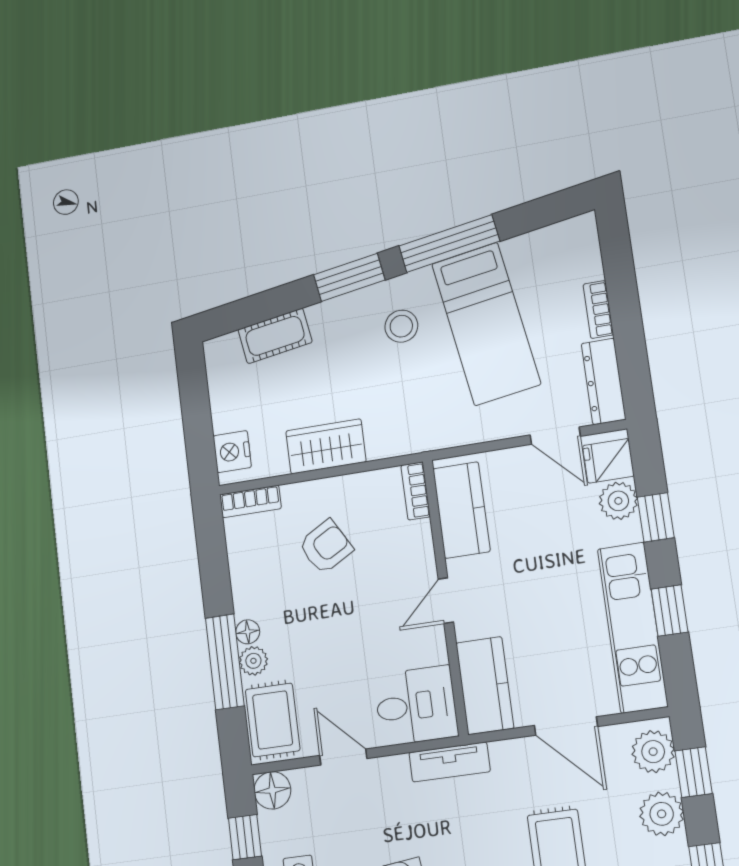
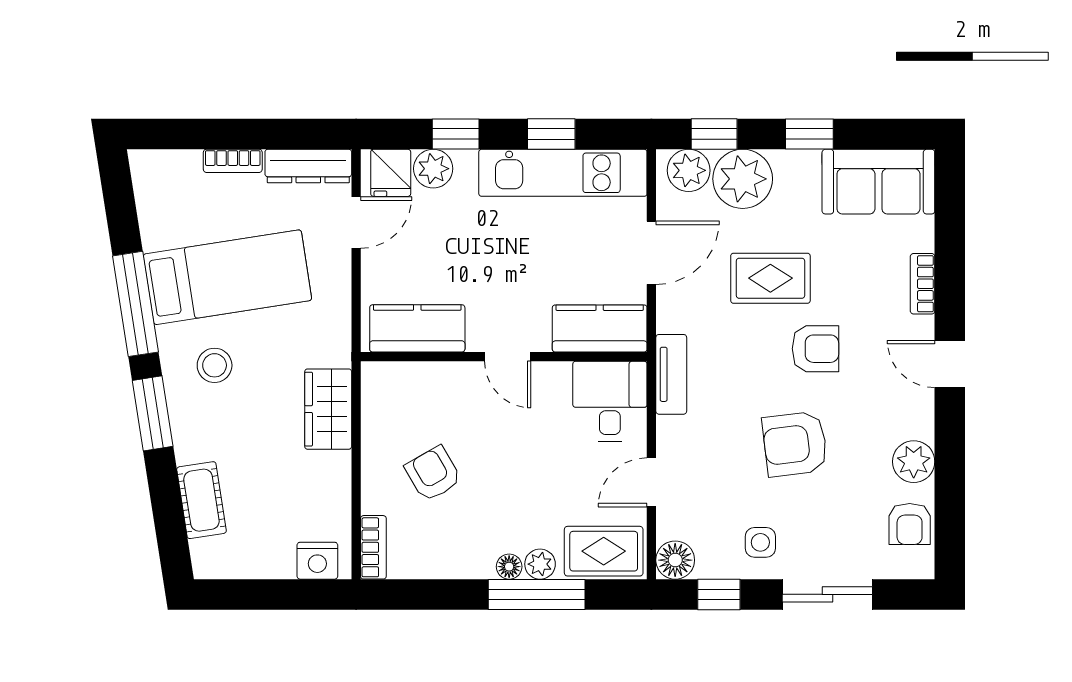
wardrobe: (326, 446) -> (328, 409), moved
bookcase: (416, 491) -> (390, 373), removed
plant: (662, 814) -> (743, 179), width x1.36, depth x1.36

